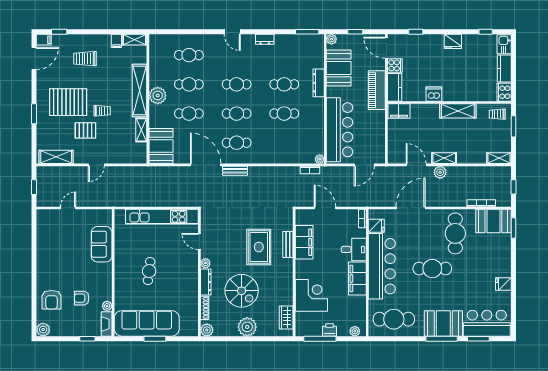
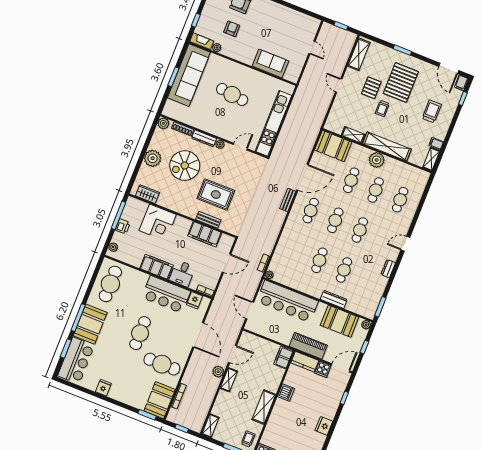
bar counter: (382, 266) -> (166, 294), width x0.73
cafe table: (149, 271) -> (232, 94), width x1.37, depth x1.35

